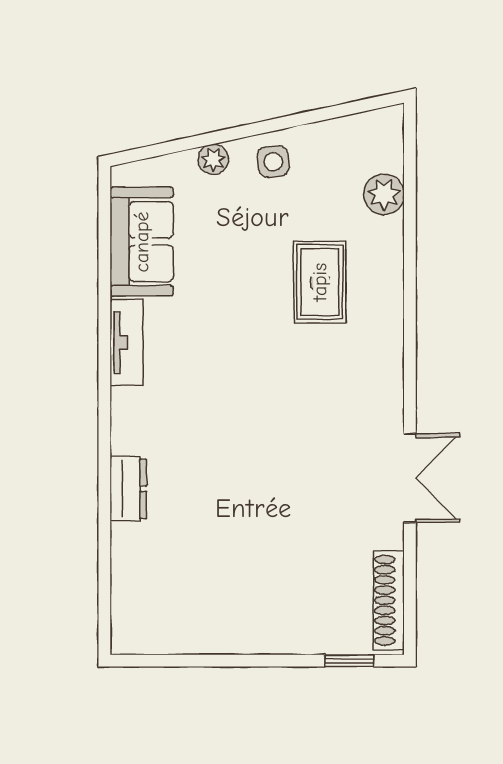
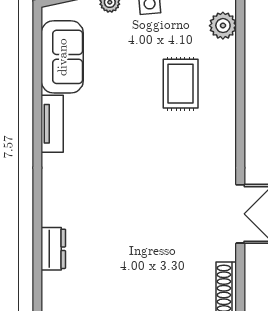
dresser: (128, 489) -> (53, 249), moved

